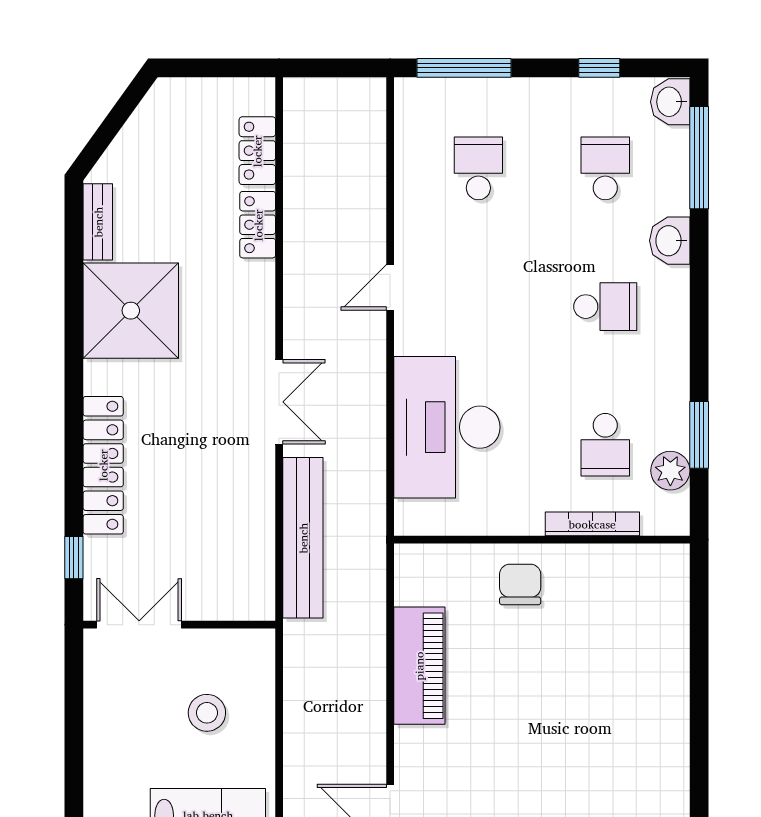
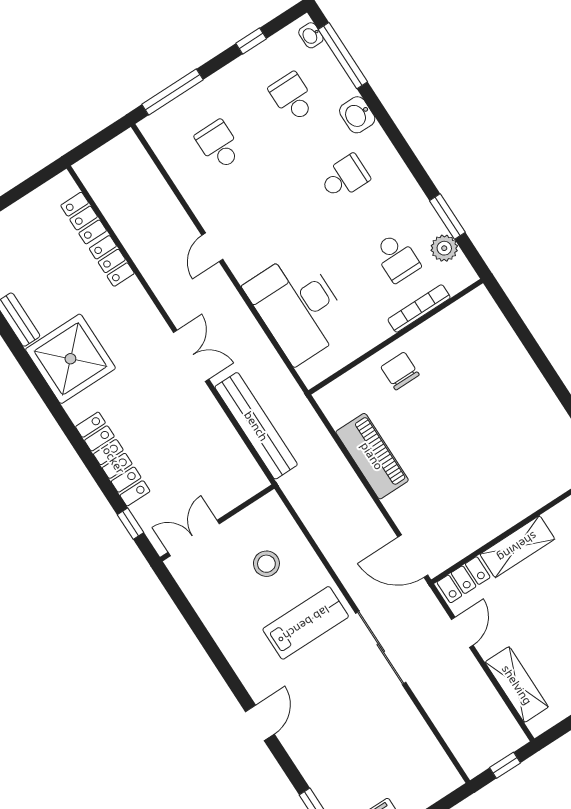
washbasin: (670, 102) -> (311, 35), width x0.72, depth x0.69

